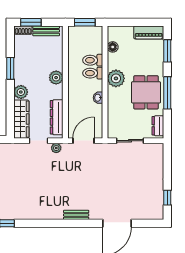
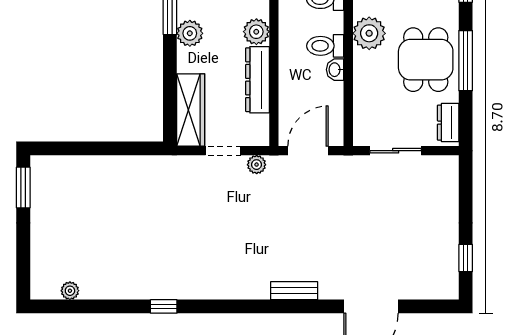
toilet: (93, 73) -> (325, 46), moved
plant: (21, 92) -> (190, 33), moved
dresser: (57, 117) -> (257, 80), moved

